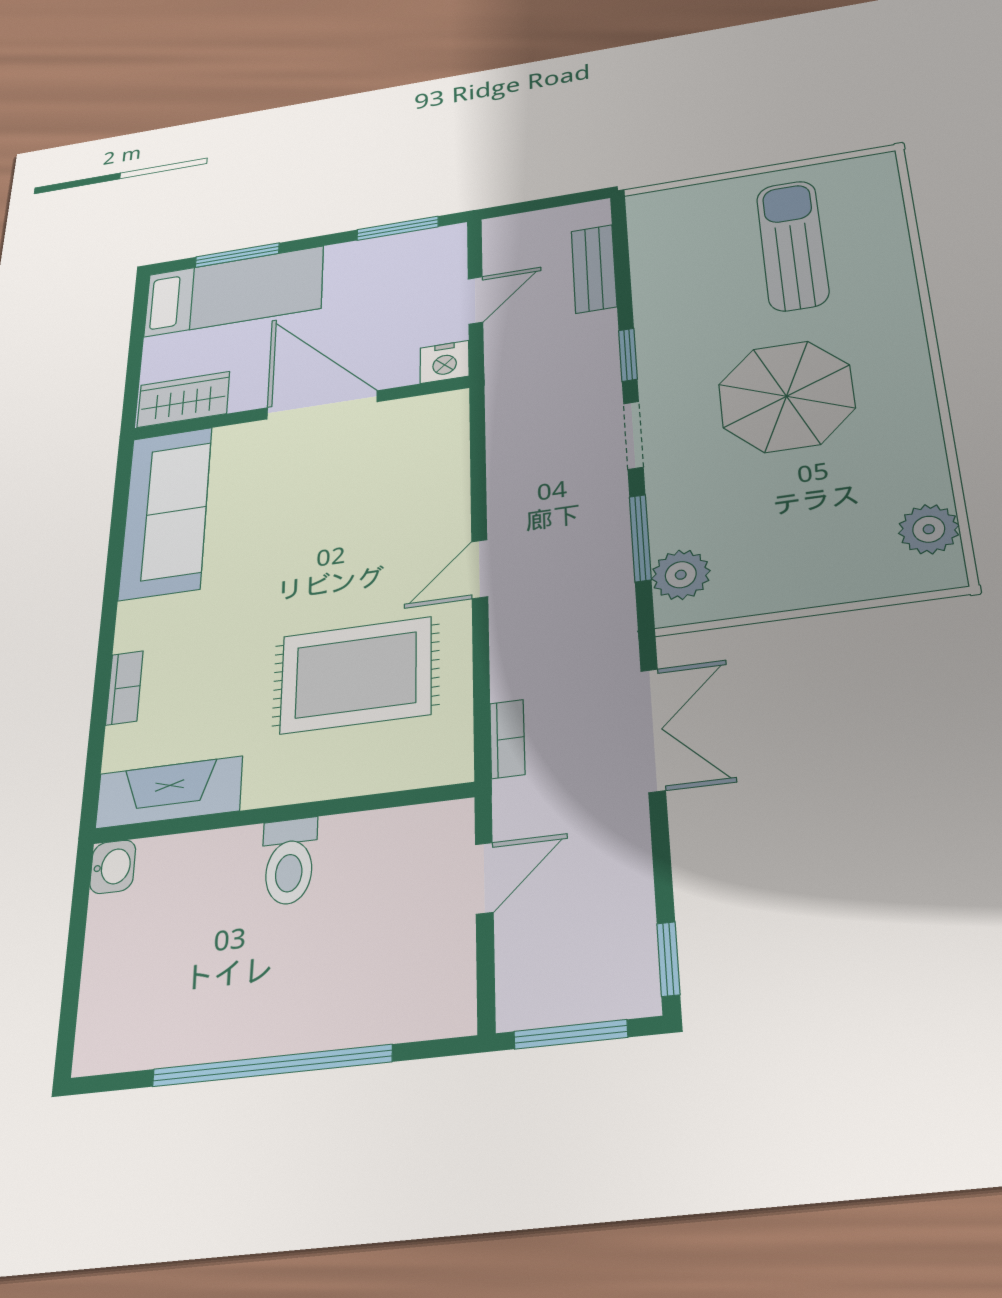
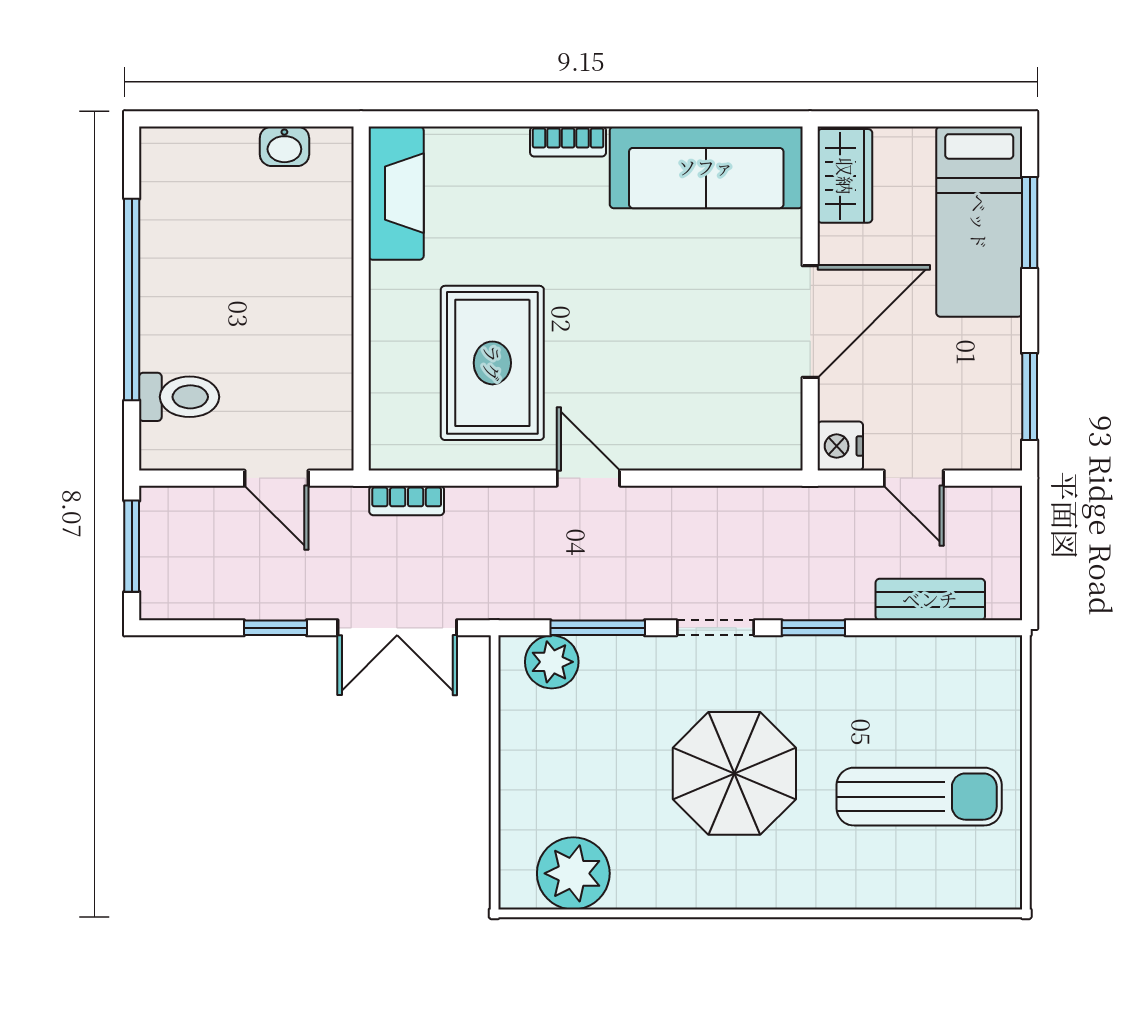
plant: (929, 529) -> (573, 873), width x1.36, depth x1.36
bookcase: (124, 688) -> (568, 142), moved
toilet: (289, 861) -> (179, 397), moved, turned 180
washbasin: (113, 867) -> (284, 146), moved
window: (668, 959) -> (275, 628), moved

